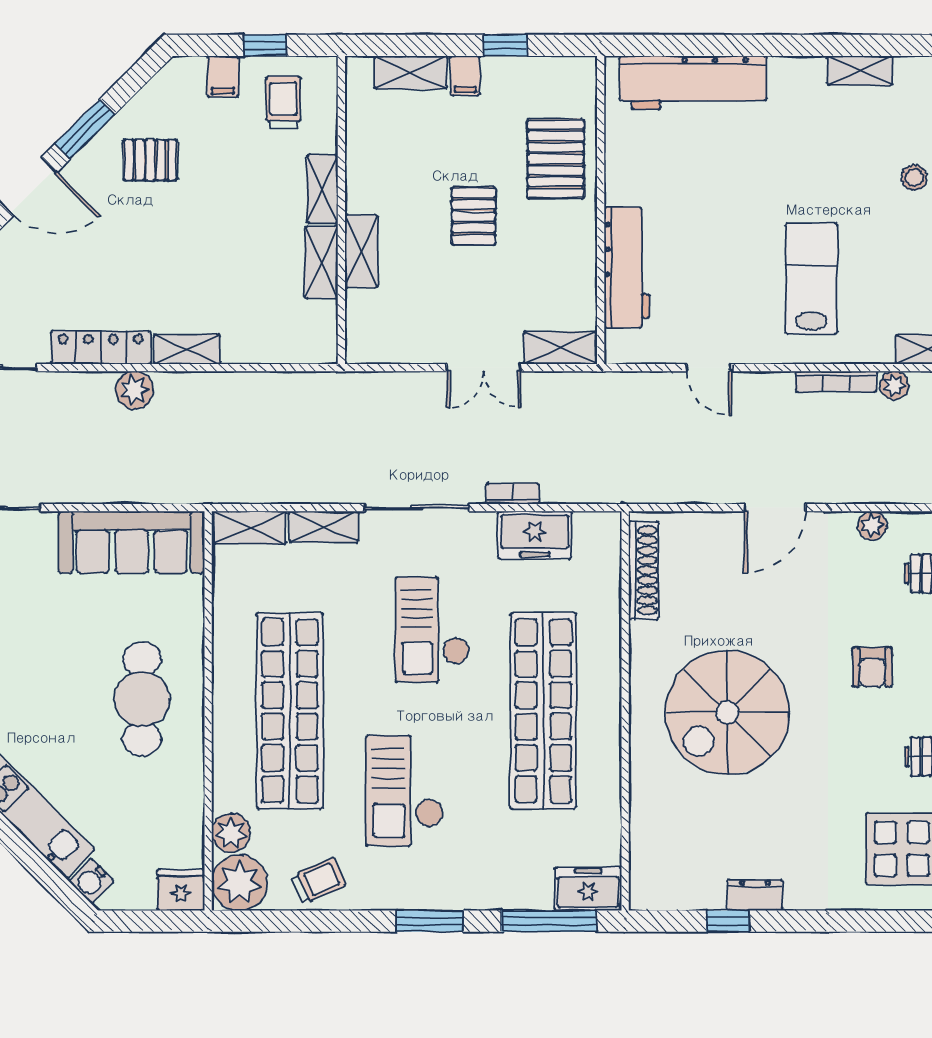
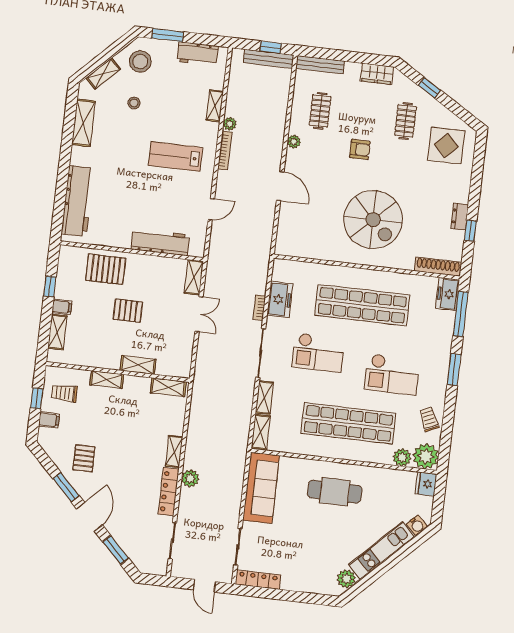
shelving: (860, 71) -> (83, 123), width x1.50, depth x1.33
shelving: (321, 262) -> (168, 387), moved
shoe rack: (644, 570) -> (438, 267), moved

